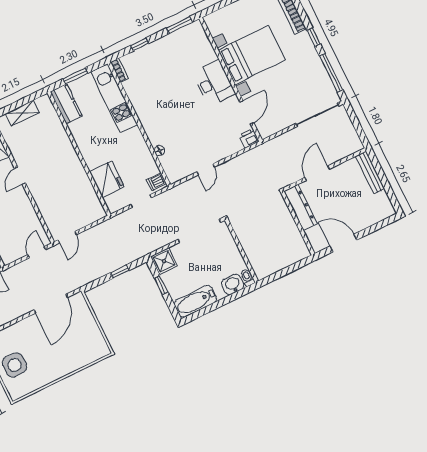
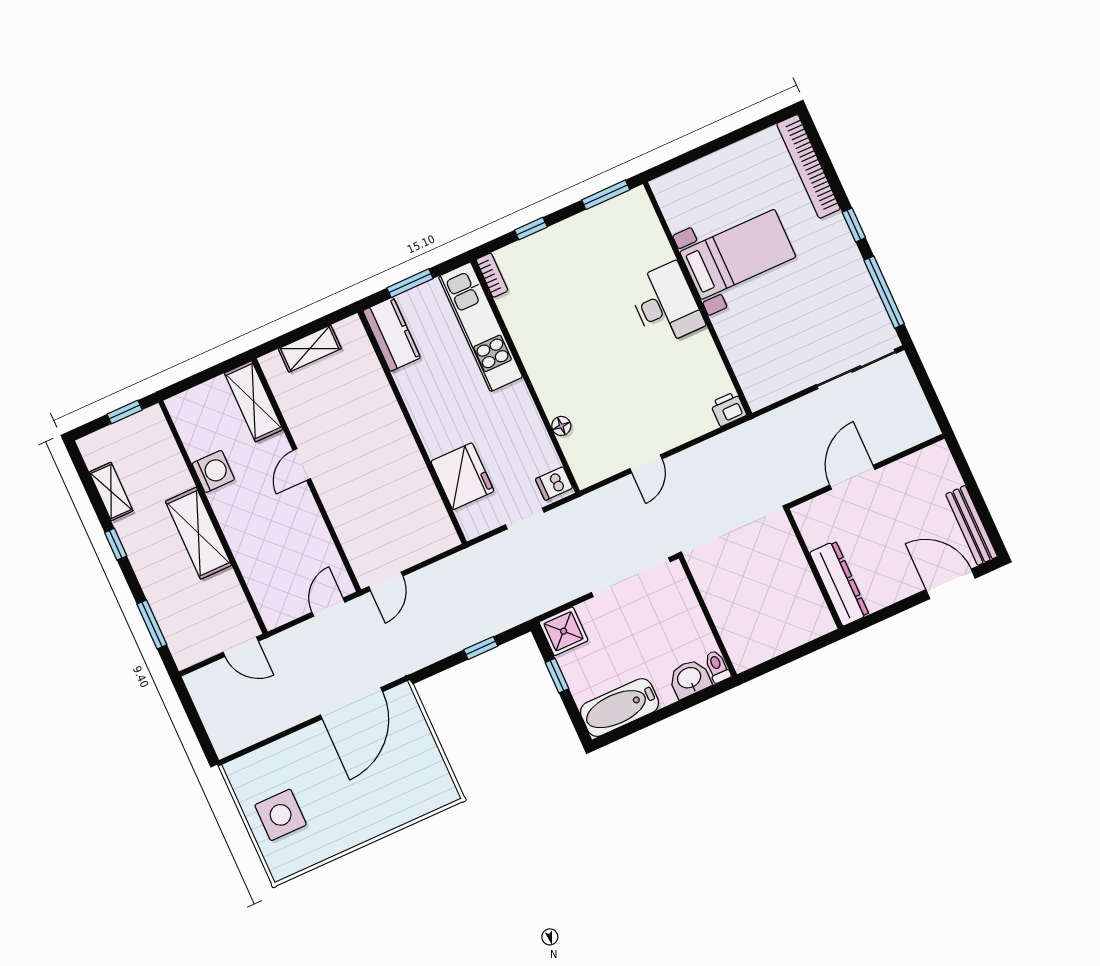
bed with nightstands: (252, 55) -> (738, 254), width x0.73
door: (247, 112) -> (725, 360), removed
bench: (370, 172) -> (972, 525), moved
dresser: (300, 207) -> (839, 583), moved
door: (343, 243) -> (951, 584), moved

